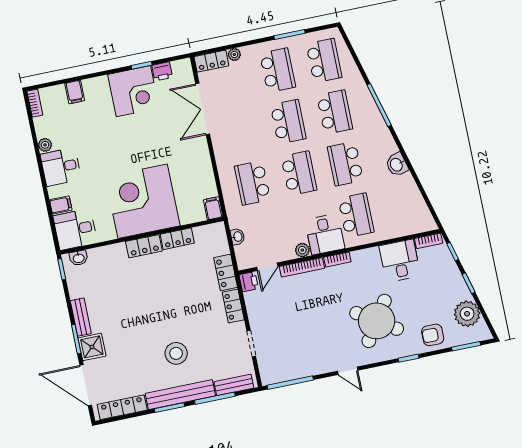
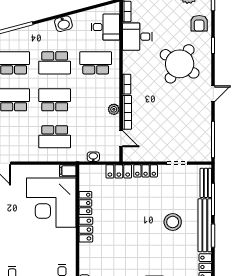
corner desk: (143, 201) -> (51, 203), moved
desk: (325, 234) -> (105, 27), moved
printer: (249, 282) -> (129, 155), removed

